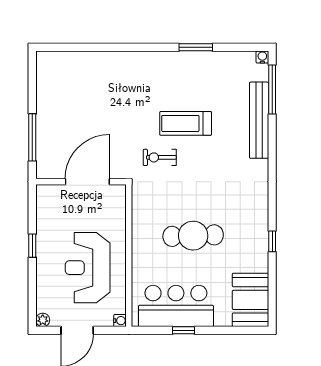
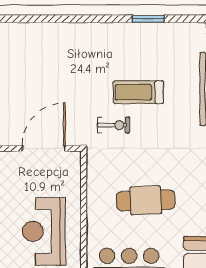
exercise bike: (160, 157) -> (113, 125), turned 180

